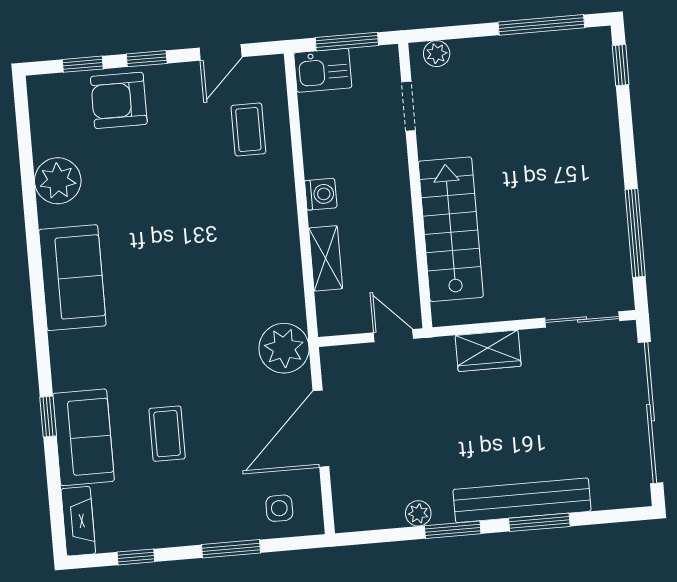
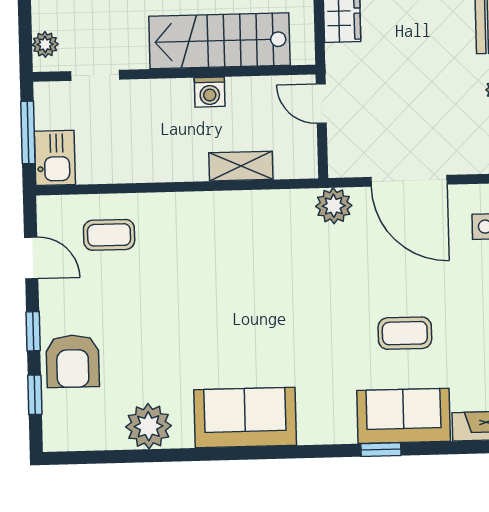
washing machine: (321, 194) -> (210, 92), moved, turned 180
door: (393, 336) -> (321, 104), hinge flipped
plant: (284, 348) -> (334, 206), width x0.73, depth x0.73

